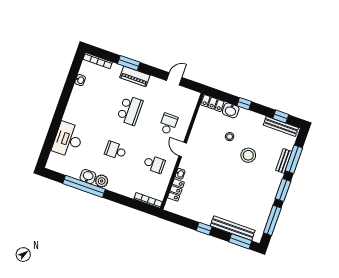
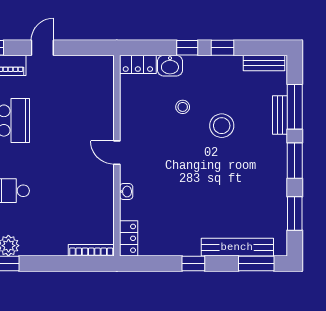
door: (174, 79) -> (42, 48), moved
window: (281, 117) -> (223, 48), moved
school desk: (168, 124) -> (81, 121), removed
bench: (281, 126) -> (264, 63), width x0.73
school desk: (154, 164) -> (81, 191), removed
locker: (176, 190) -> (129, 238), moved
window: (272, 220) -> (295, 213), width x0.69

